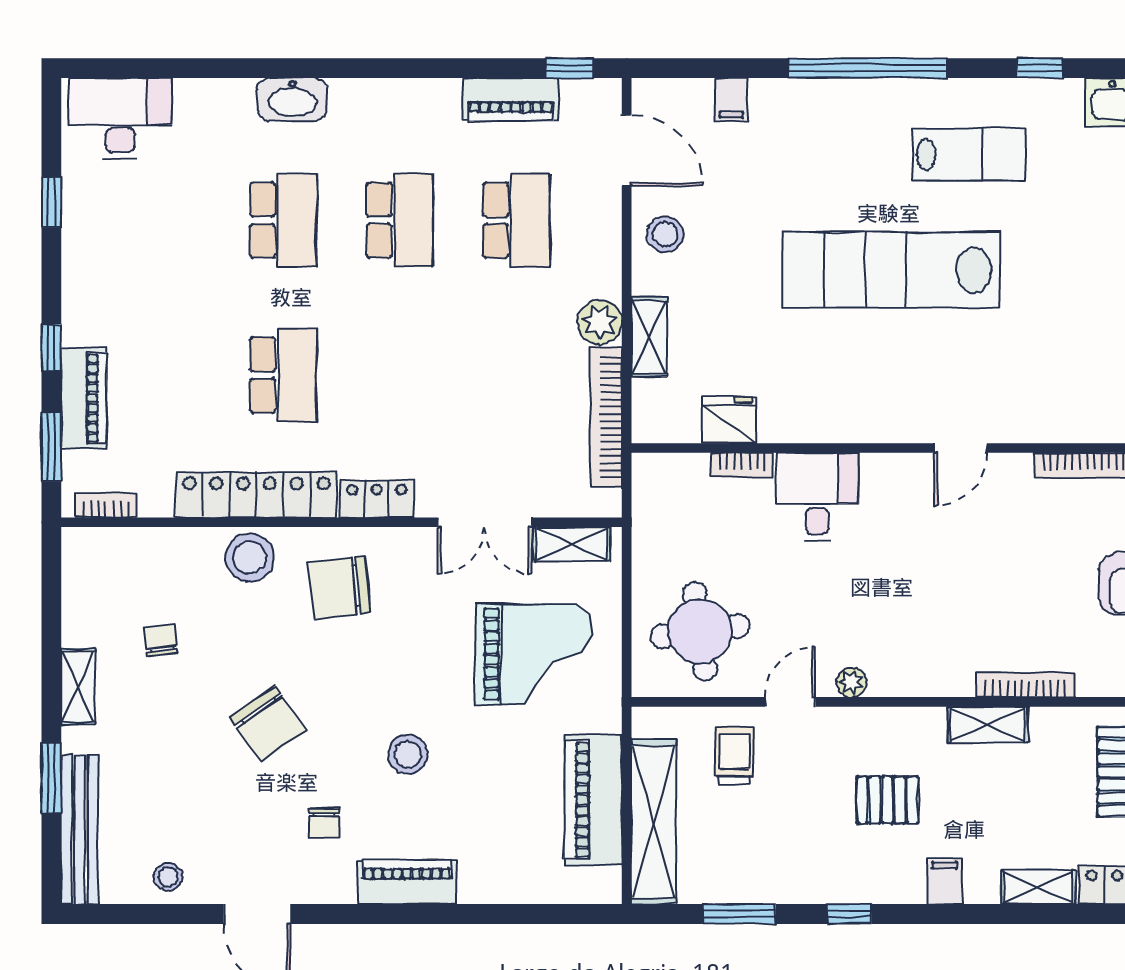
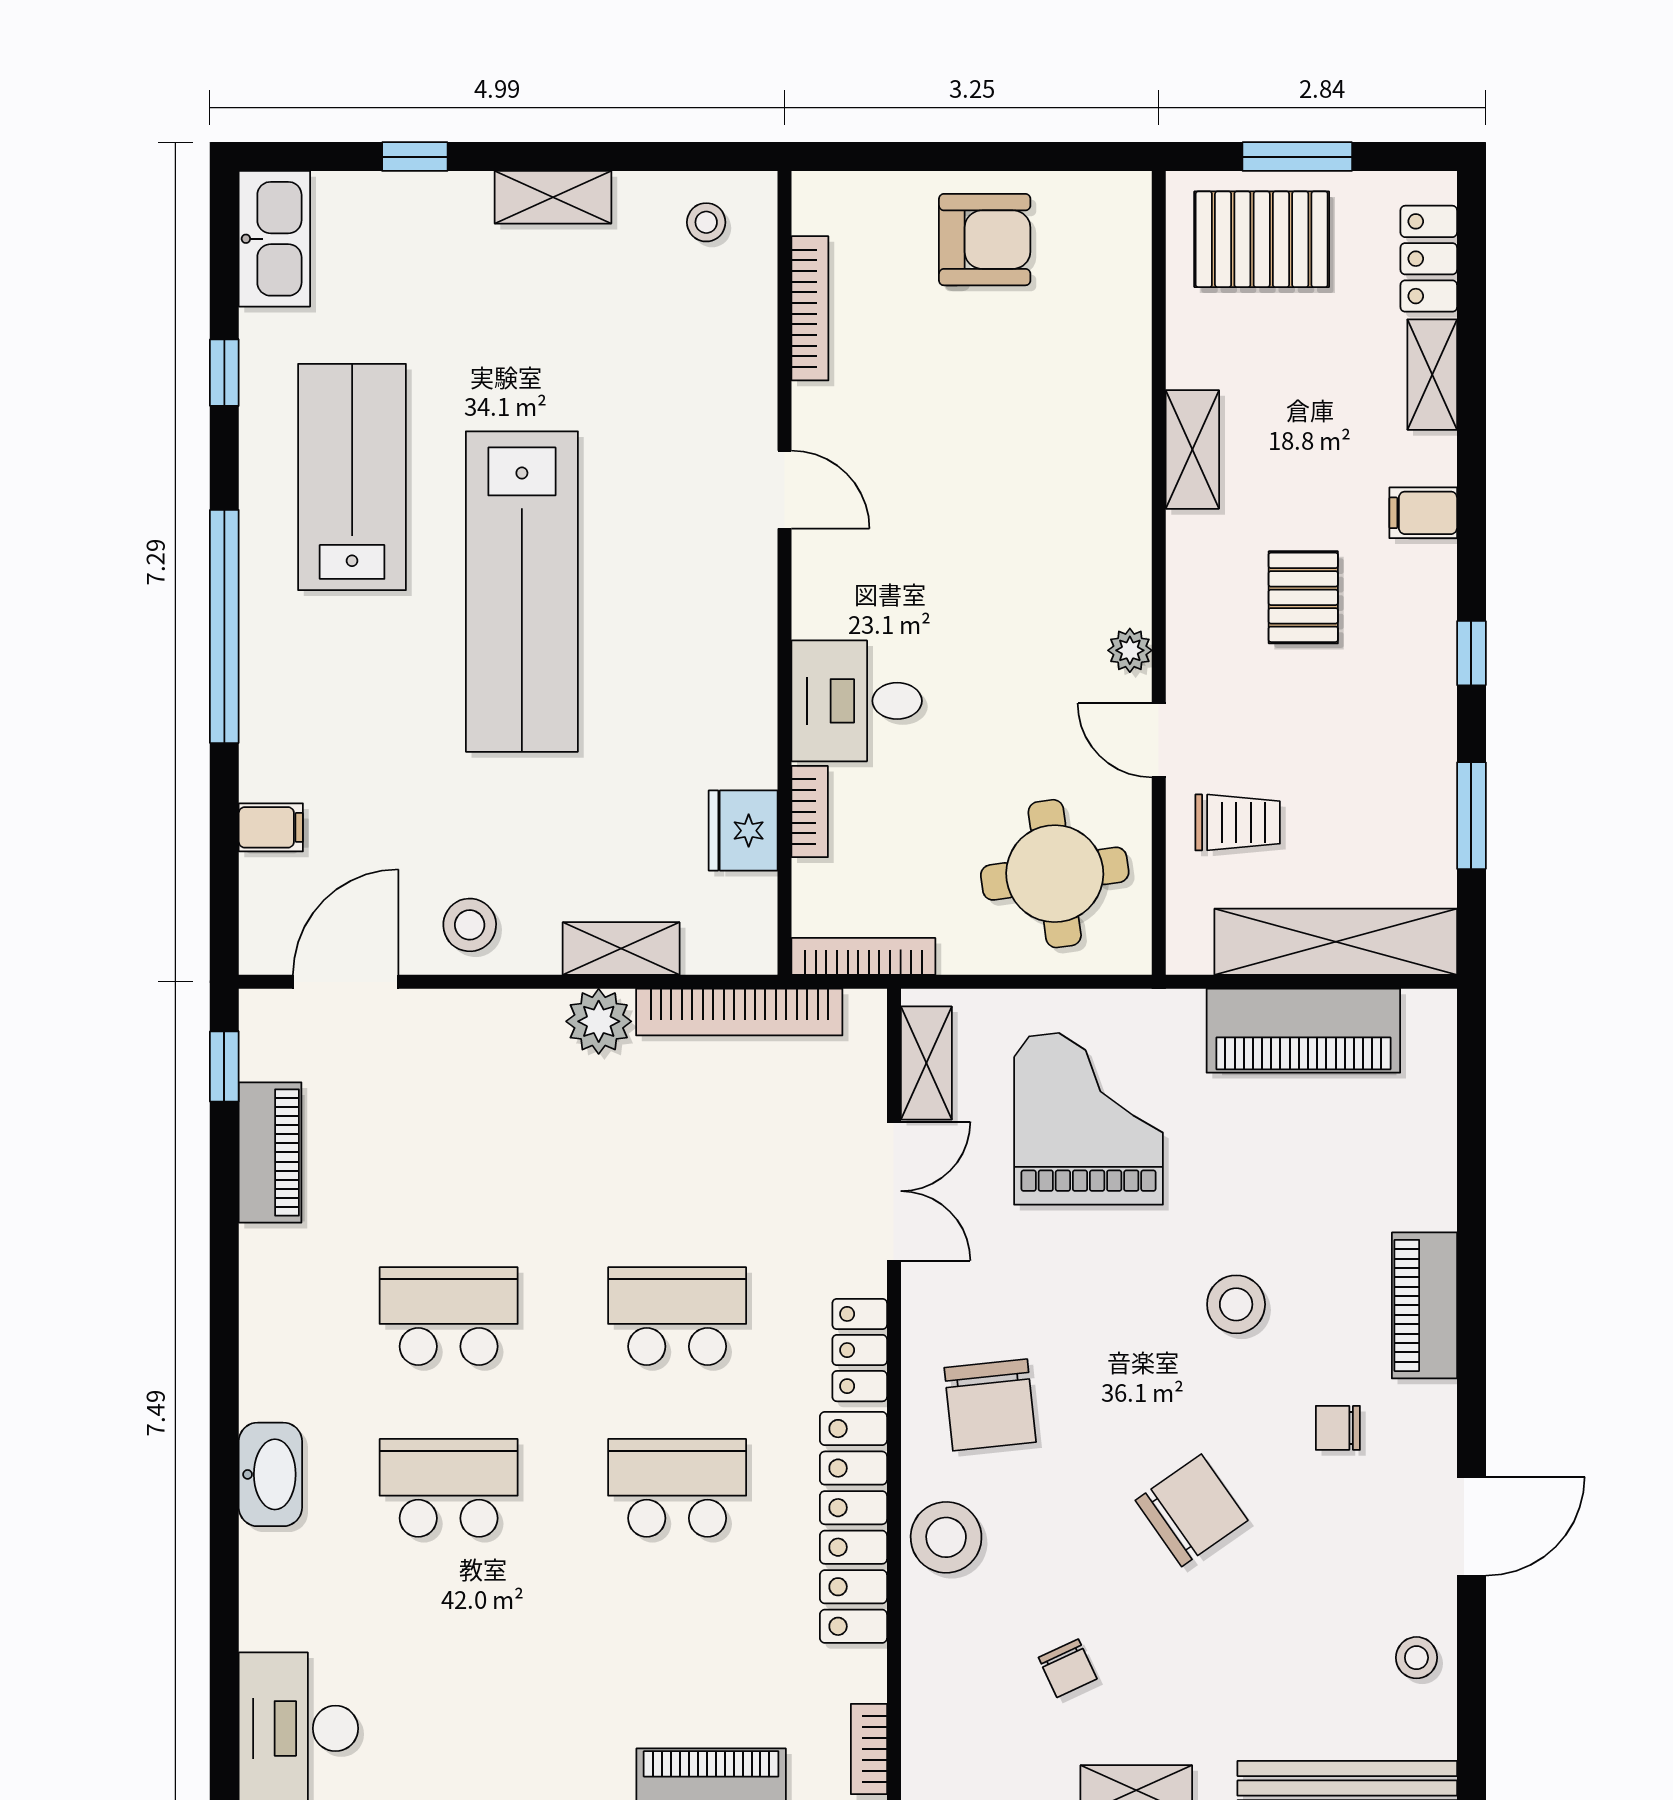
lab bench: (969, 155) -> (352, 477), width x1.36, depth x1.39
school desk: (516, 220) -> (677, 1316), moved
chair: (161, 640) -> (1068, 1668), turned -108
bookcase: (1026, 685) -> (863, 956), moved, turned 90
trolley: (735, 755) -> (1238, 822), turned 180
chair: (324, 823) -> (1338, 1428), turned 180

